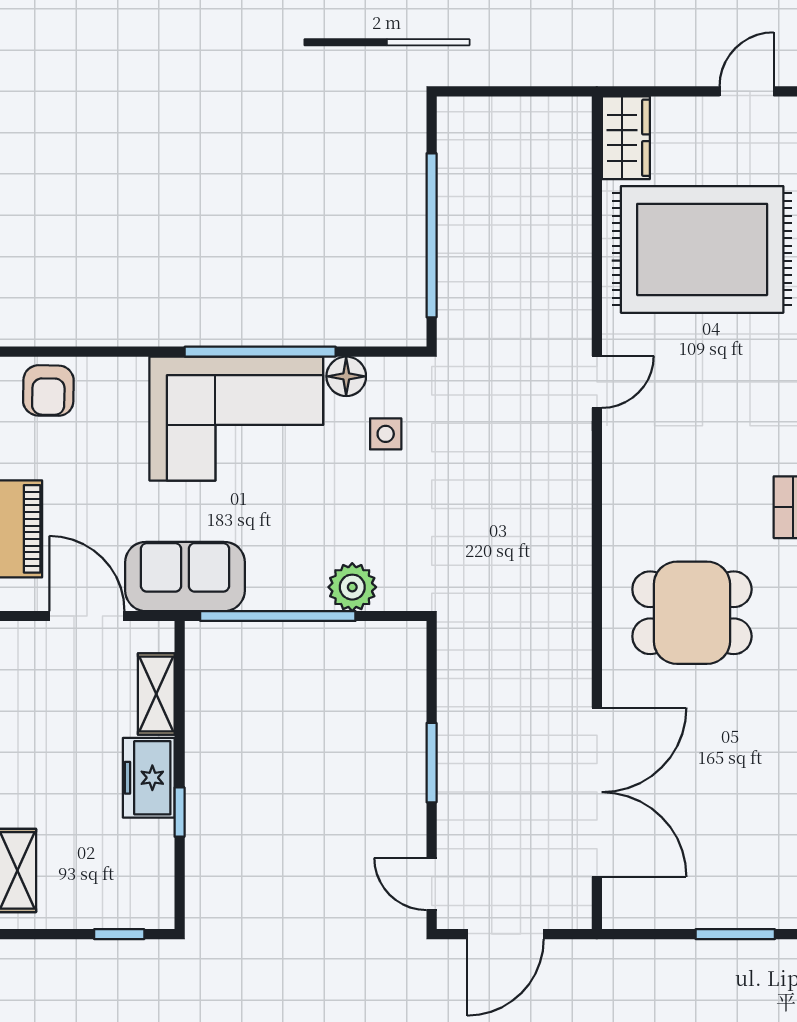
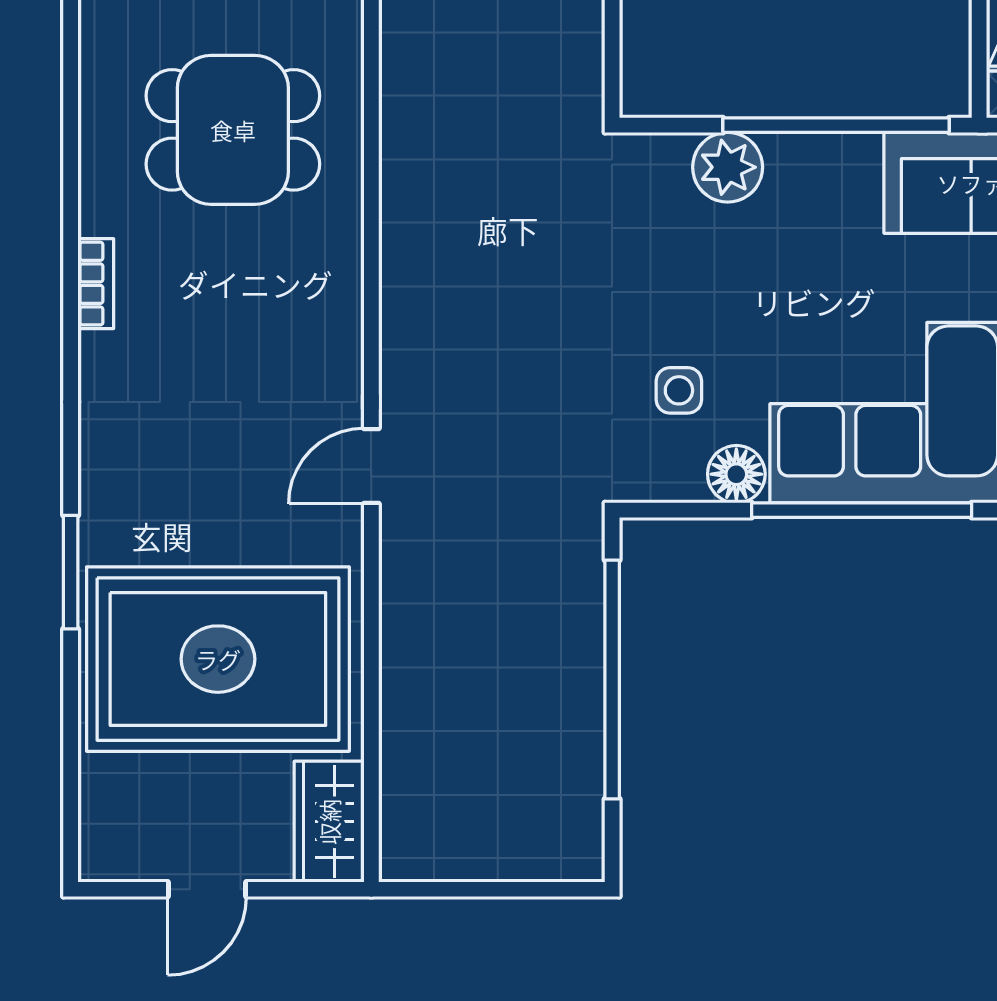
door: (747, 91) -> (207, 889), moved

